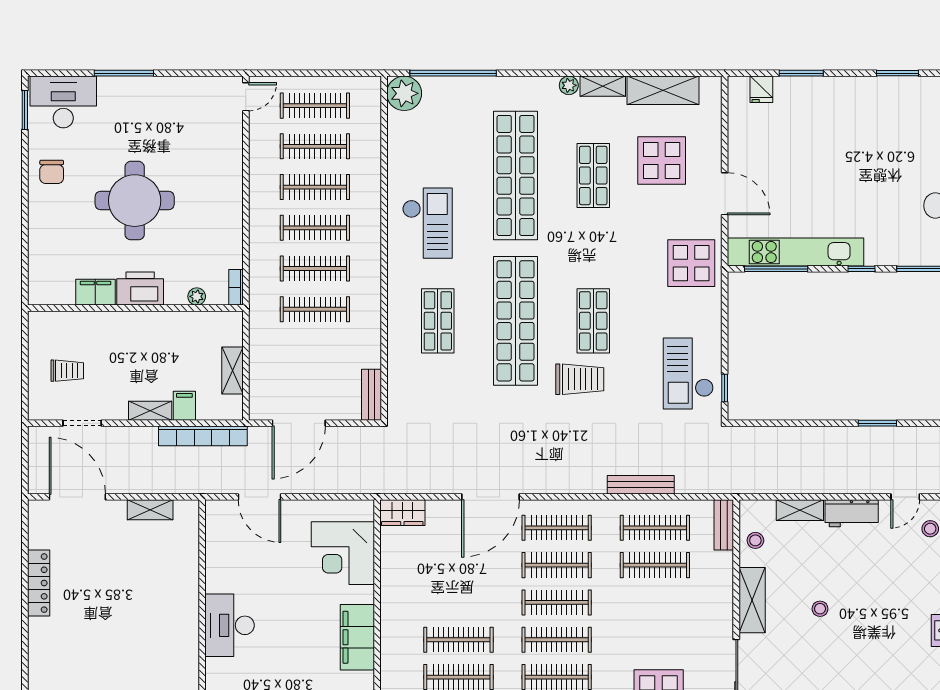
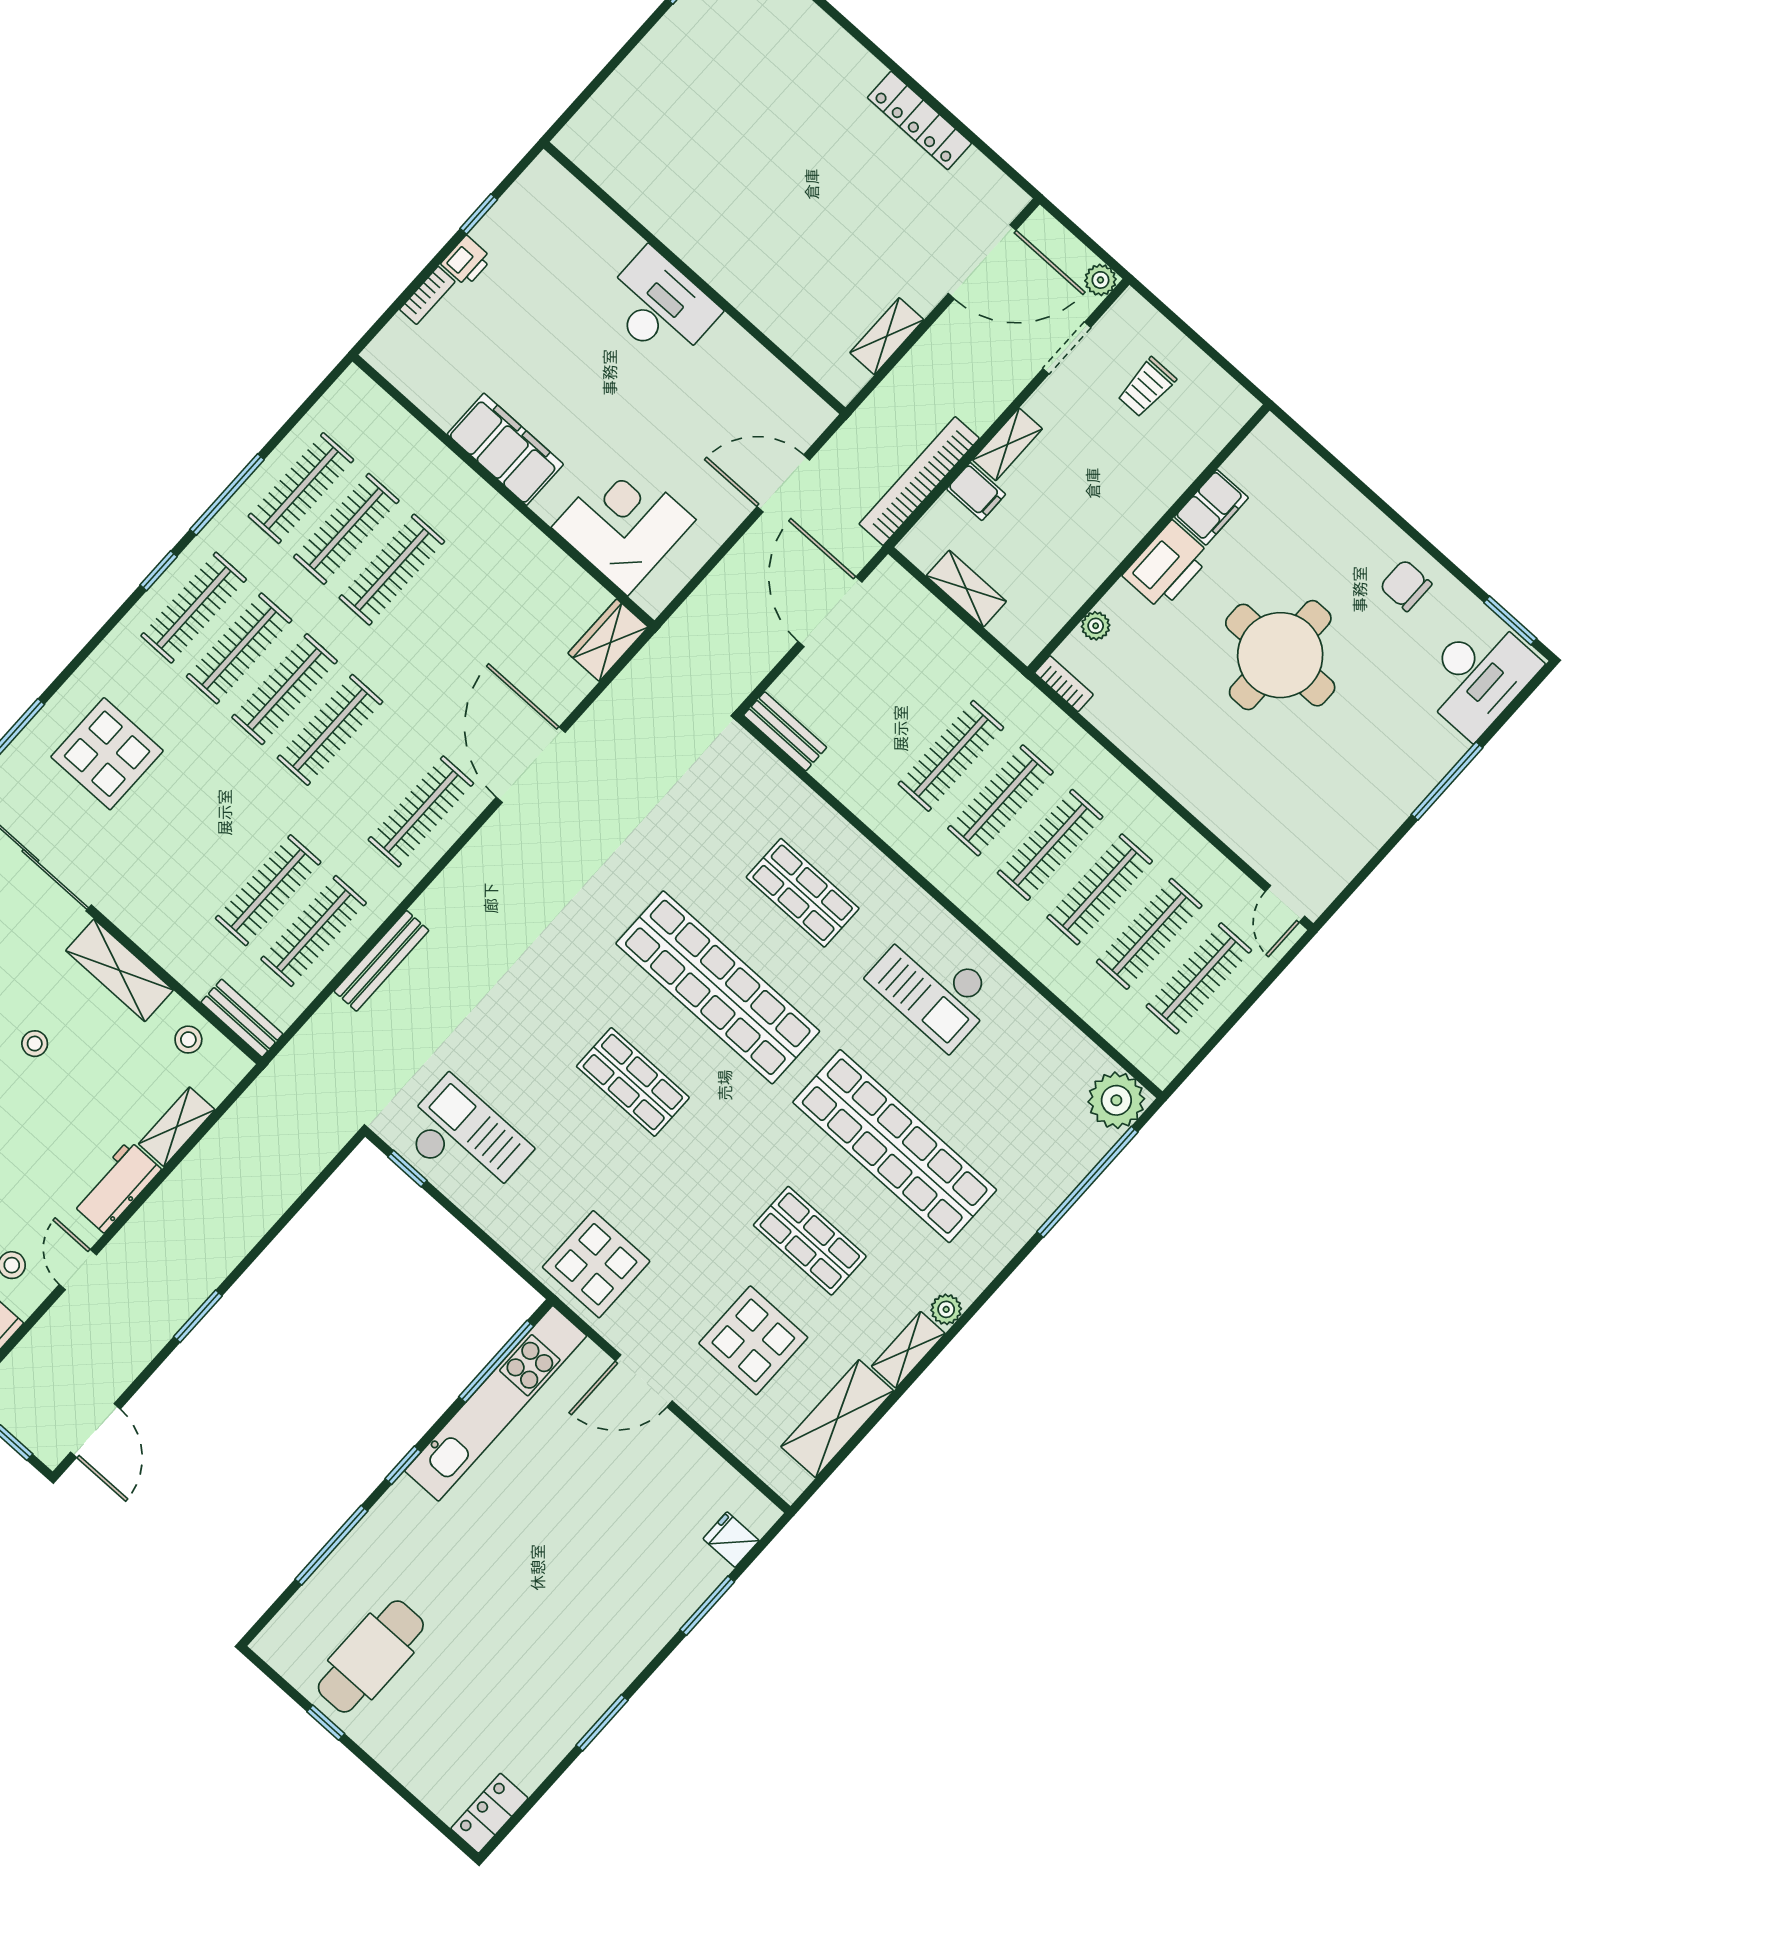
trolley: (580, 379) -> (577, 1002), removed
plant: (37, 436) -> (1100, 280), added
clothes rail: (557, 565) -> (375, 771), removed

